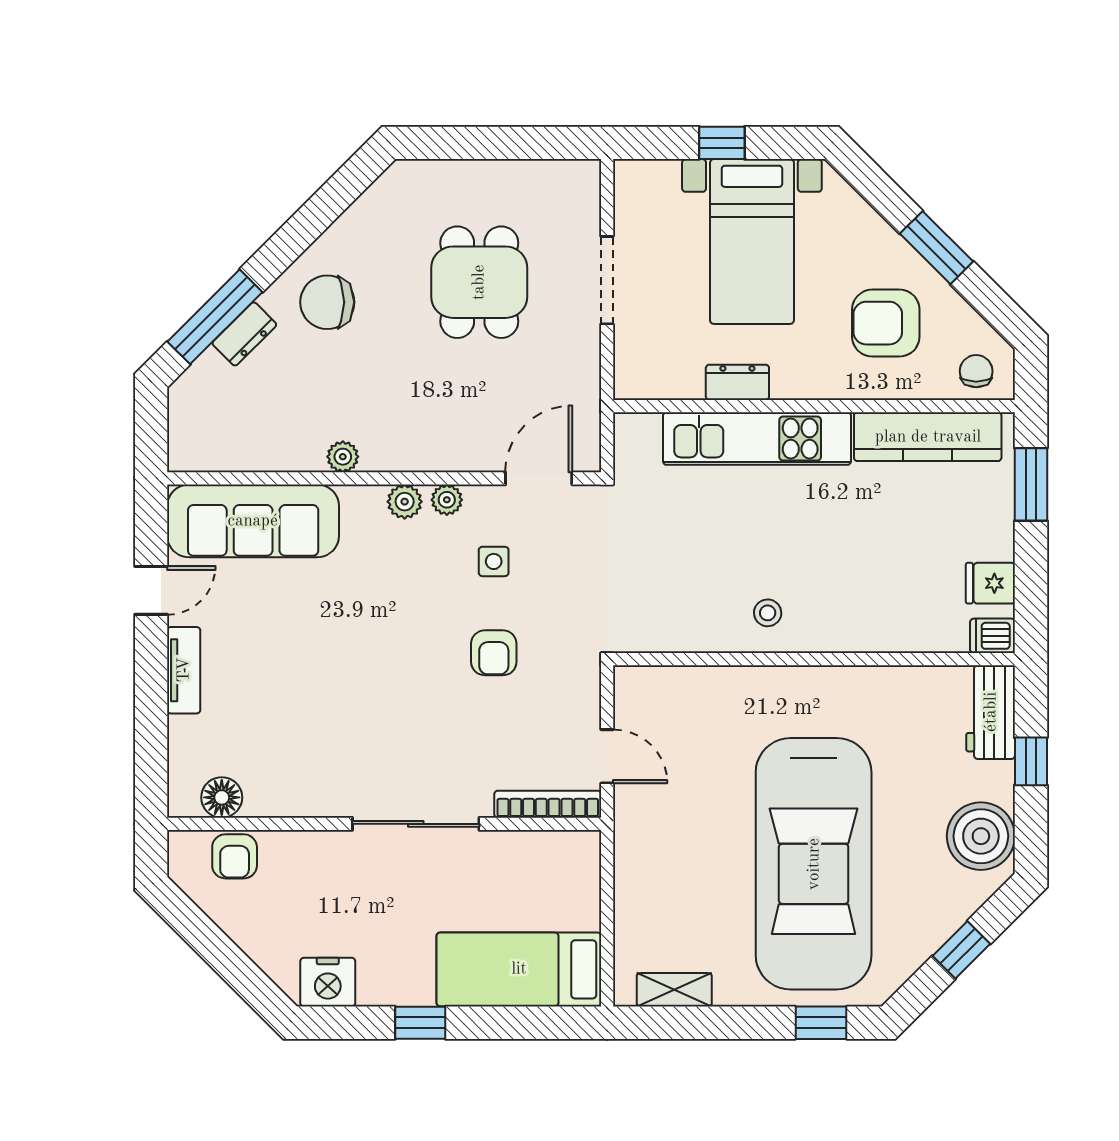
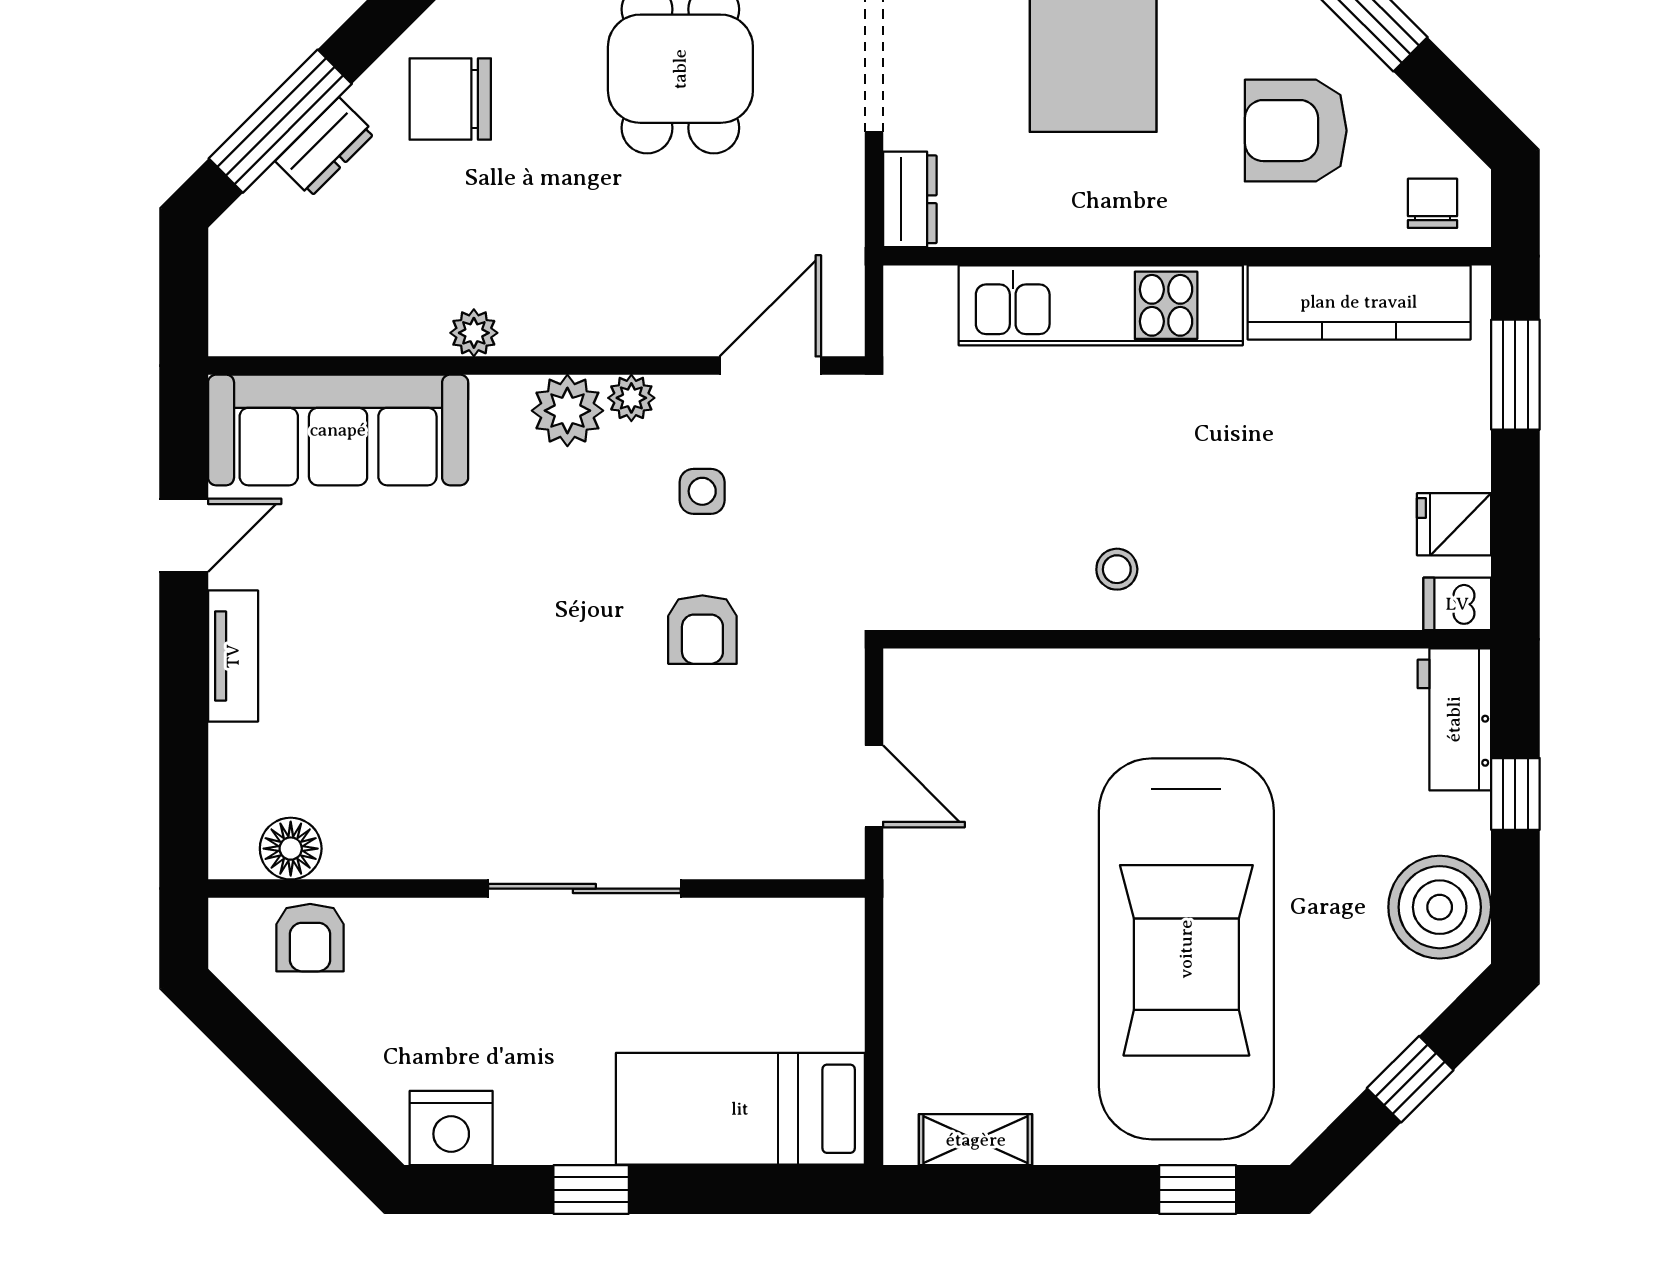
dresser: (737, 382) -> (910, 199), moved, turned 90
plant: (405, 502) -> (567, 411), width x1.38, depth x1.38
bookcase: (548, 804) -> (784, 859), removed

